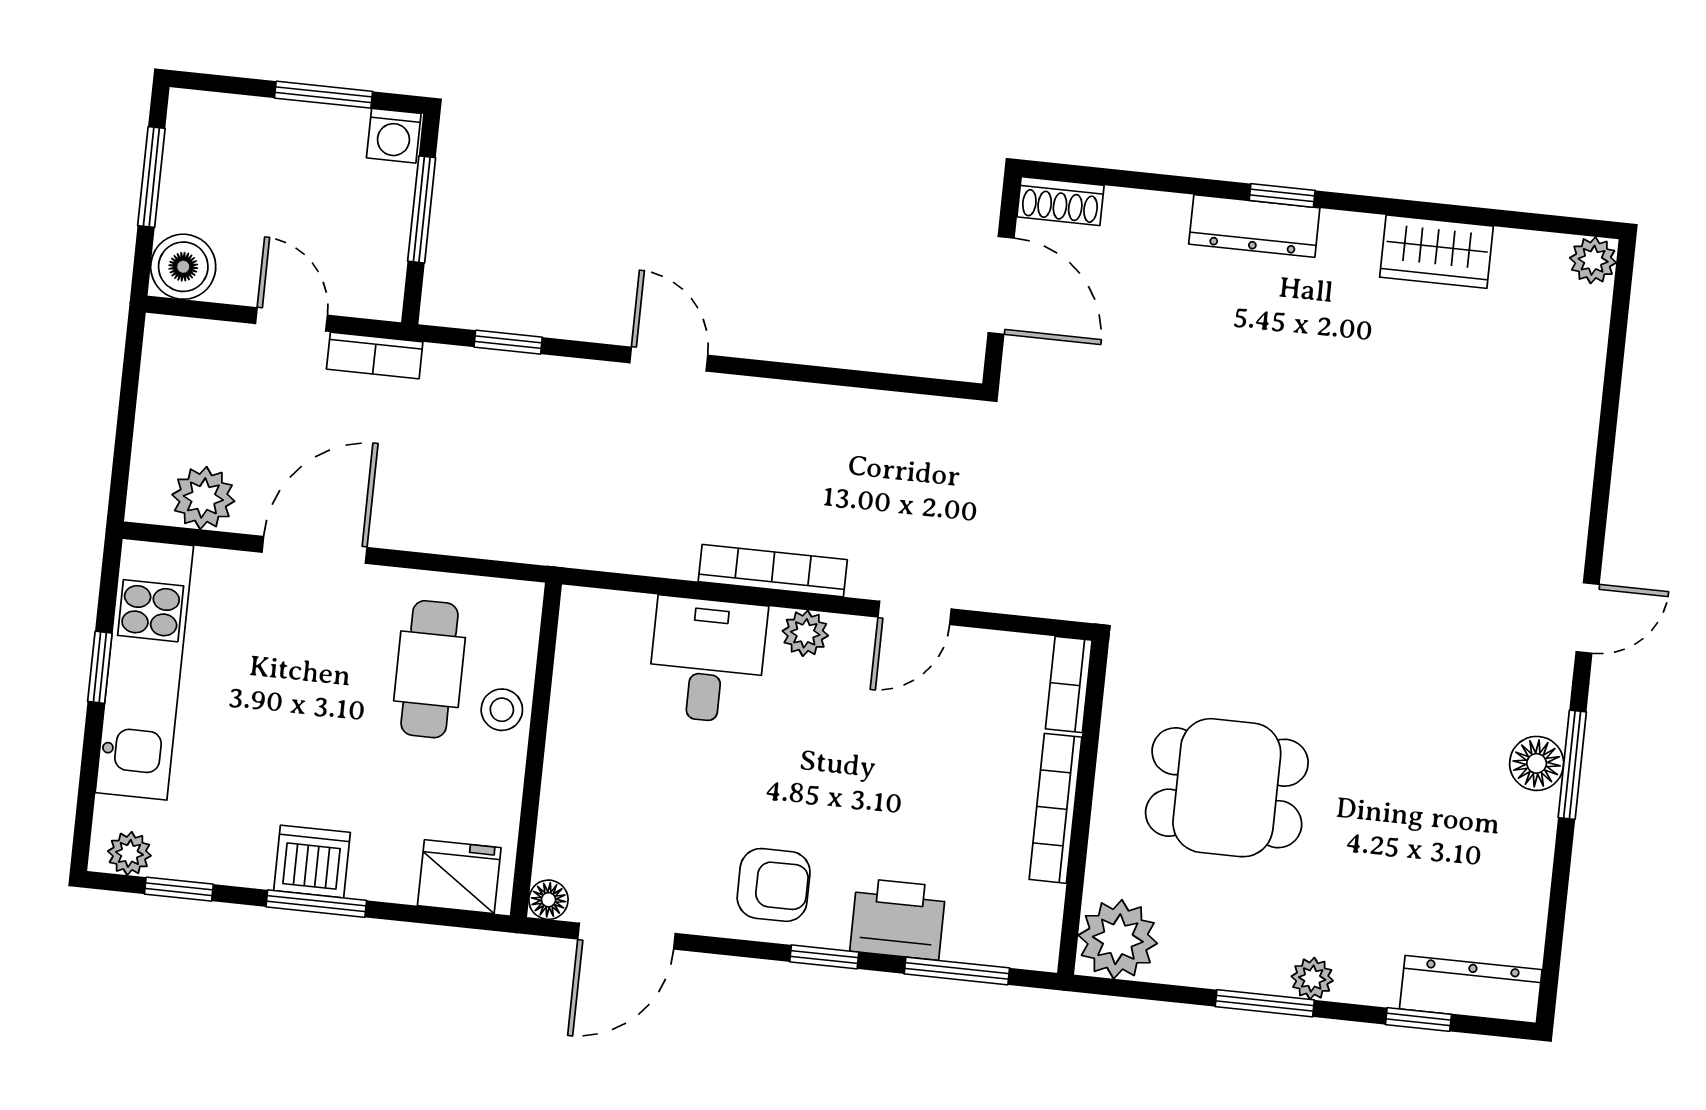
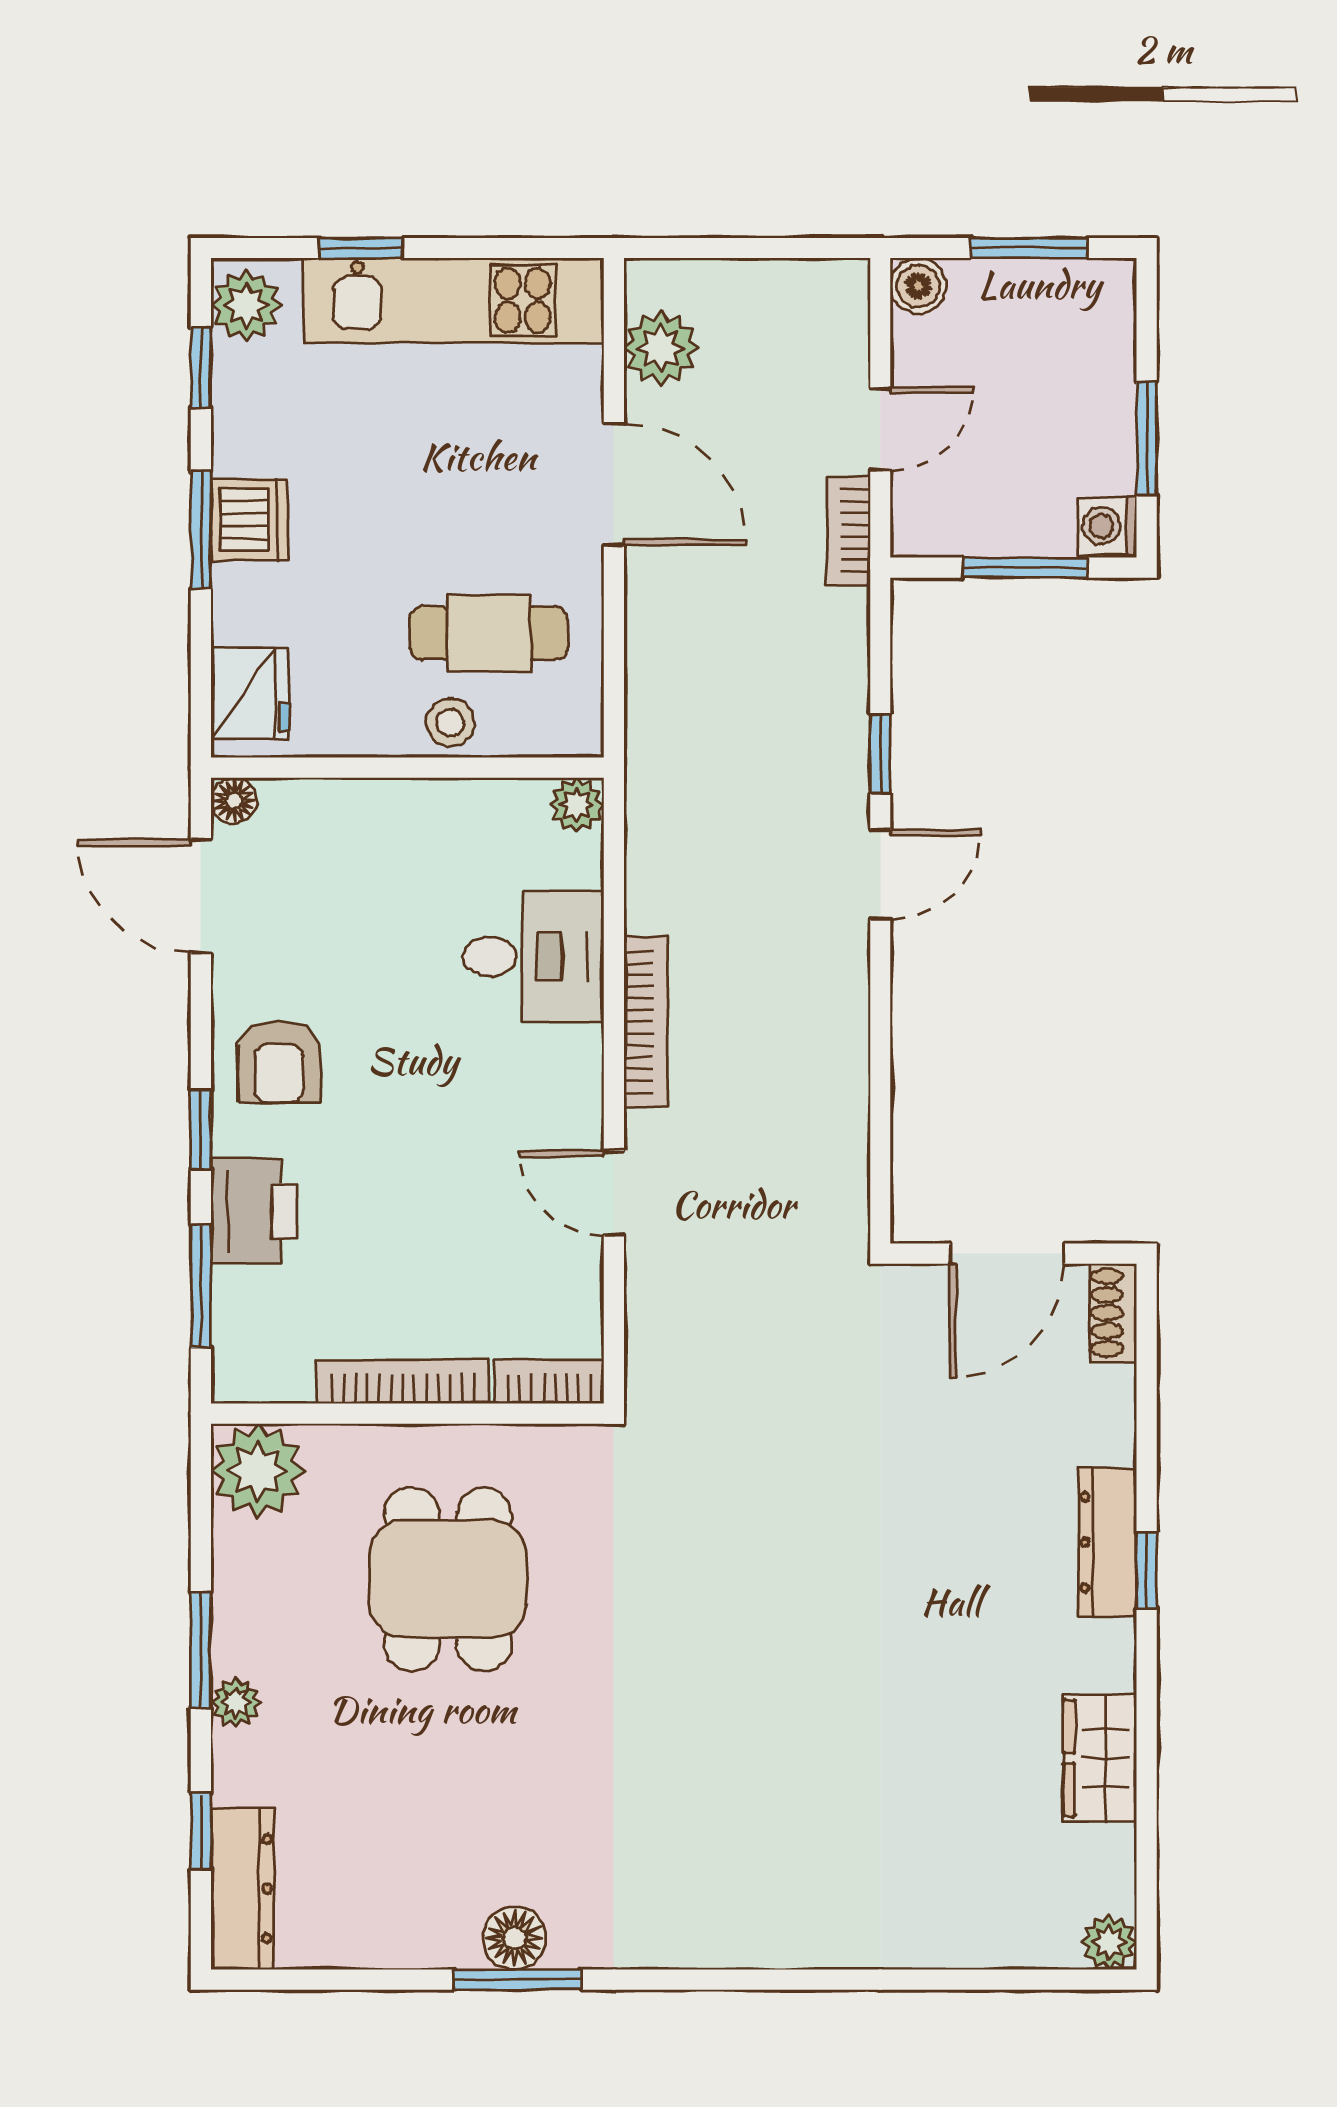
boiler: (183, 267) -> (918, 286), width x0.73, depth x0.73
window: (508, 342) -> (880, 754), moved
door: (1588, 618) -> (691, 1980), removed
plant: (805, 633) -> (577, 805), moved
window: (100, 667) -> (361, 248), moved
plant: (129, 853) -> (246, 305), width x1.38, depth x1.38

